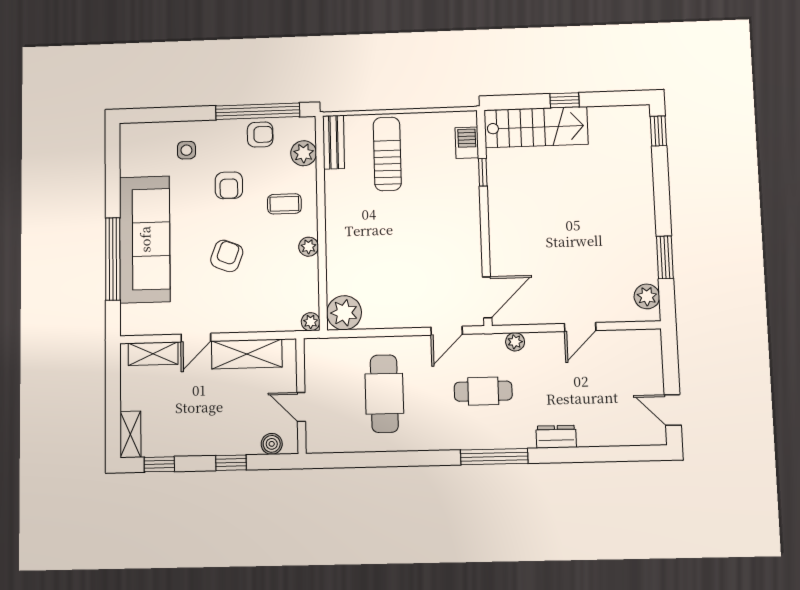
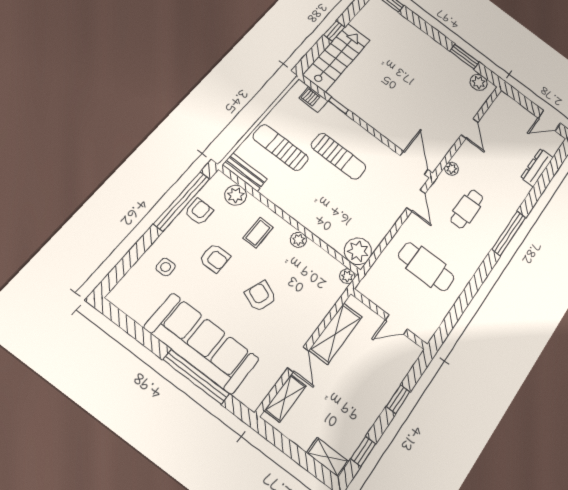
sun lounger: (427, 216) -> (339, 156), added
dresser: (556, 437) -> (537, 168), moved, width x1.44
boiler: (272, 444) -> (406, 362), removed

